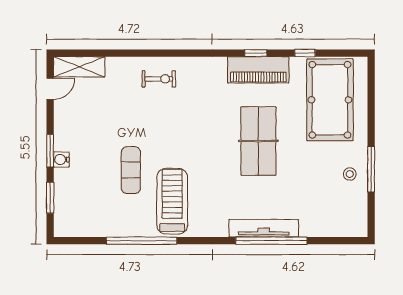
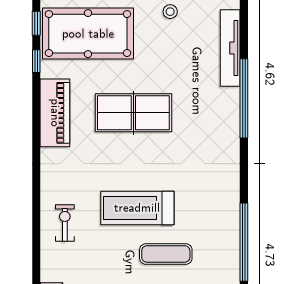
window: (256, 53) -> (36, 23), moved
treadmill: (172, 201) -> (137, 208), moved
tv unit: (264, 228) -> (230, 48), moved

